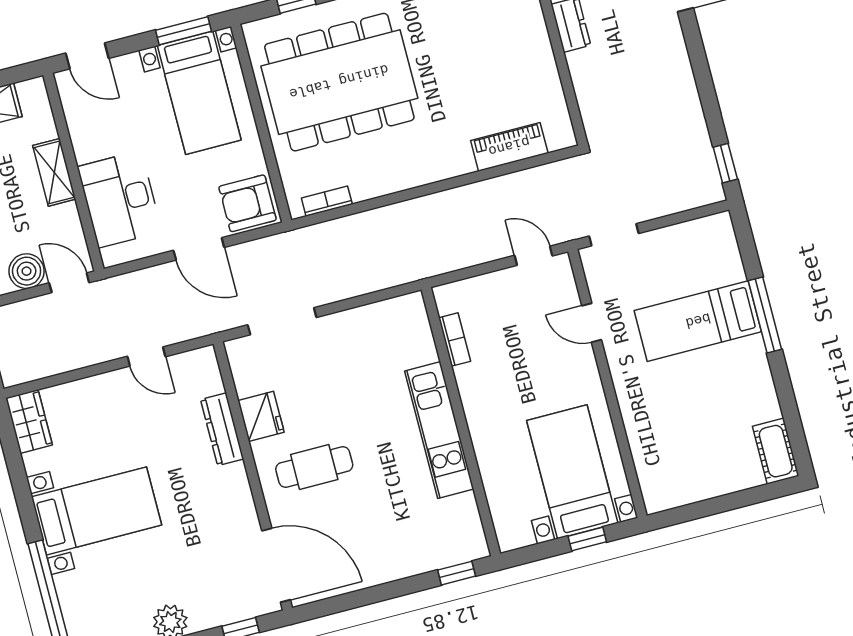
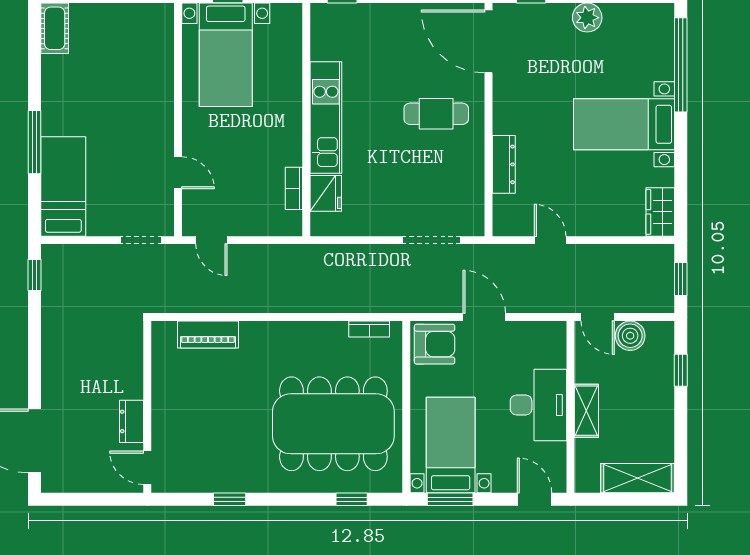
desk: (120, 199) -> (539, 405), moved
bed: (698, 321) -> (63, 186), moved, turned -90
fridge: (261, 416) -> (326, 193), moved, turned 180

